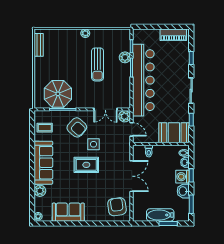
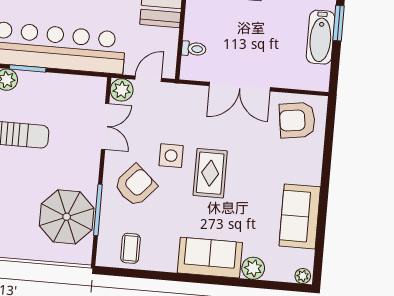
sofa: (43, 163) -> (210, 258), width x0.73
double door: (132, 176) -> (240, 87), swing flipped

